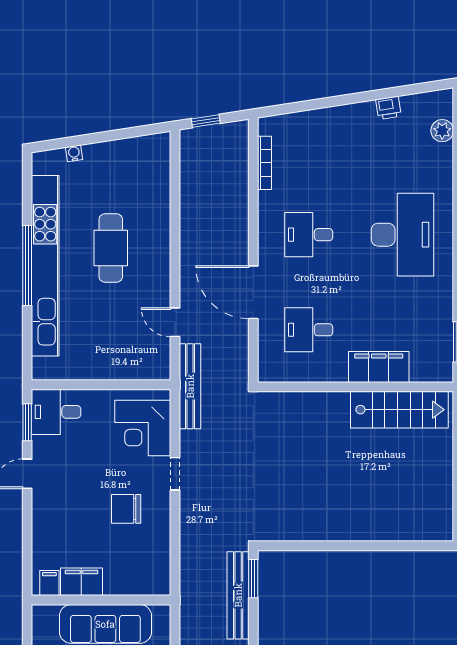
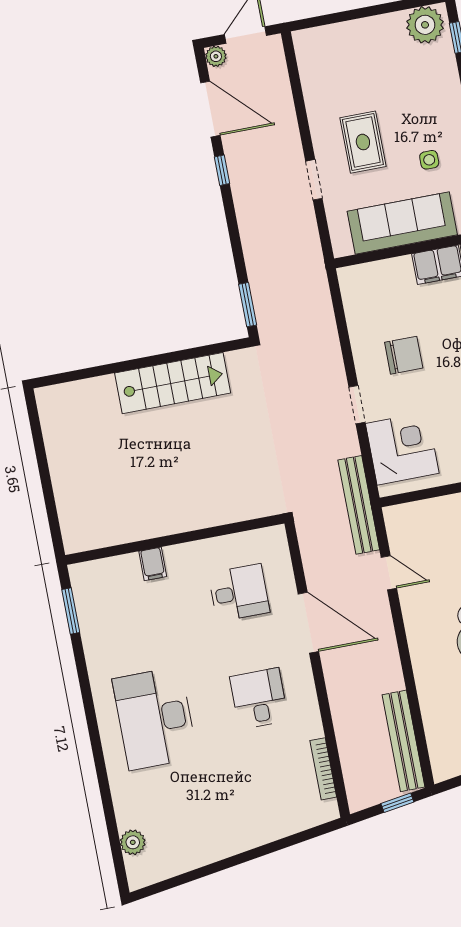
printer: (388, 108) -> (197, 856), removed
desk: (309, 235) -> (259, 698), turned -90
filing cabinet: (379, 367) -> (153, 564), width x0.33, depth x0.86
stairs: (399, 410) -> (173, 383), moved, turned 180
bench: (238, 595) -> (403, 741), moved

